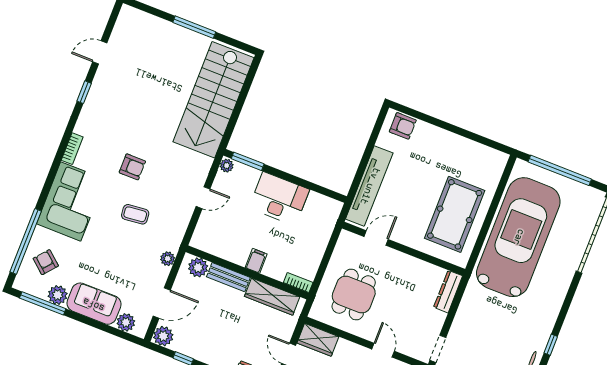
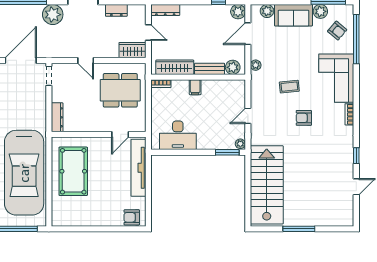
desk: (279, 199) -> (178, 135), moved
dining table: (354, 295) -> (120, 90), width x1.38

